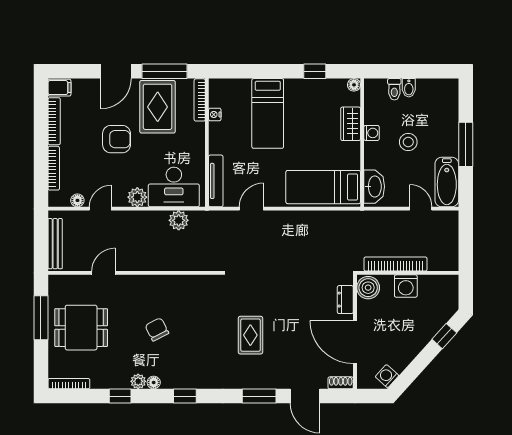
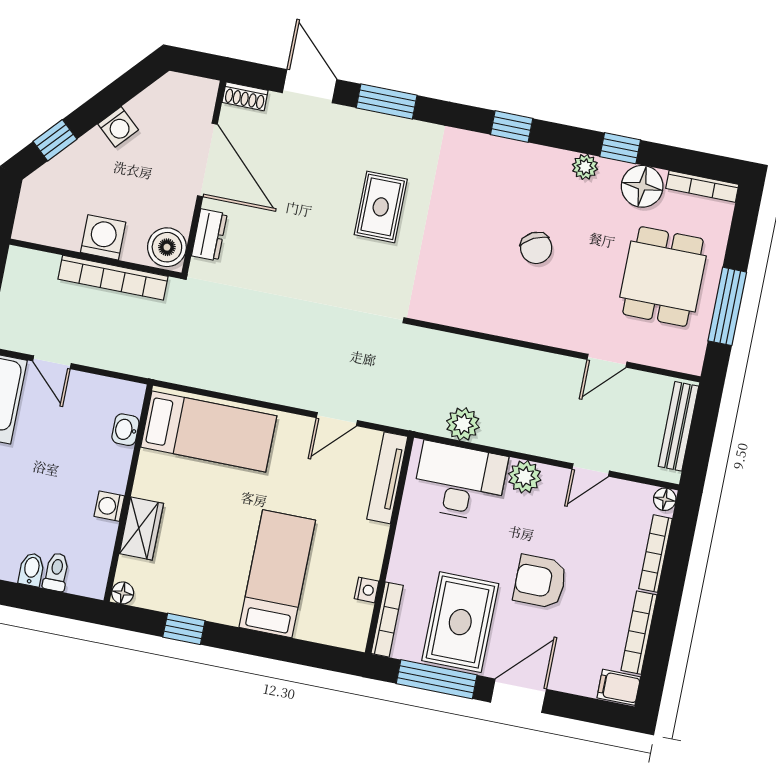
stool: (408, 142) -> (51, 479), removed
washbasin: (374, 187) -> (125, 430), width x0.52, depth x0.69
floor lamp: (77, 200) -> (665, 499), moved
dining table: (81, 328) -> (663, 277), turned 90
washing machine: (387, 376) -> (118, 127), moved
floor lamp: (154, 382) -> (642, 186), moved, width x1.89, depth x1.89

